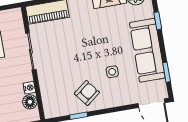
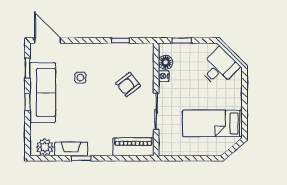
window: (158, 21) -> (28, 102), moved
armchair: (87, 93) -> (128, 85), moved

